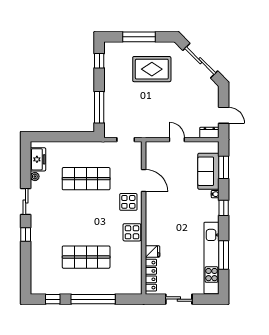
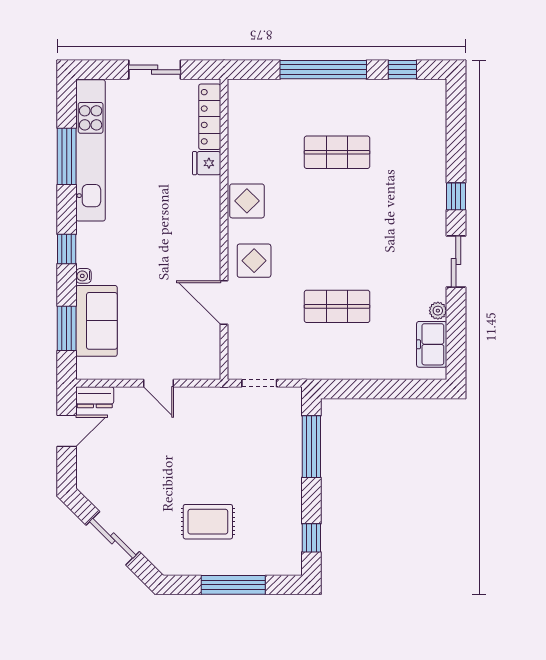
sliding door: (200, 61) -> (113, 538), width x0.73
rug: (152, 69) -> (208, 522), width x0.73, depth x0.70
door: (224, 115) -> (67, 431), swing flipped
shop shelf: (86, 179) -> (337, 306), width x0.70, depth x0.74
shop shelf: (86, 257) -> (337, 152), width x0.70, depth x0.74

